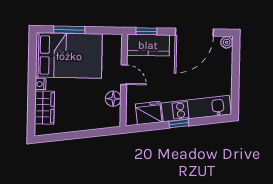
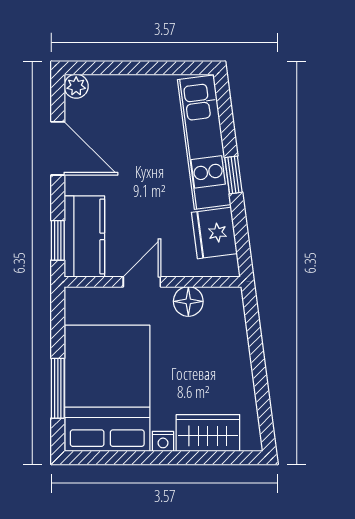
door: (194, 32) -> (58, 148), width x0.73

